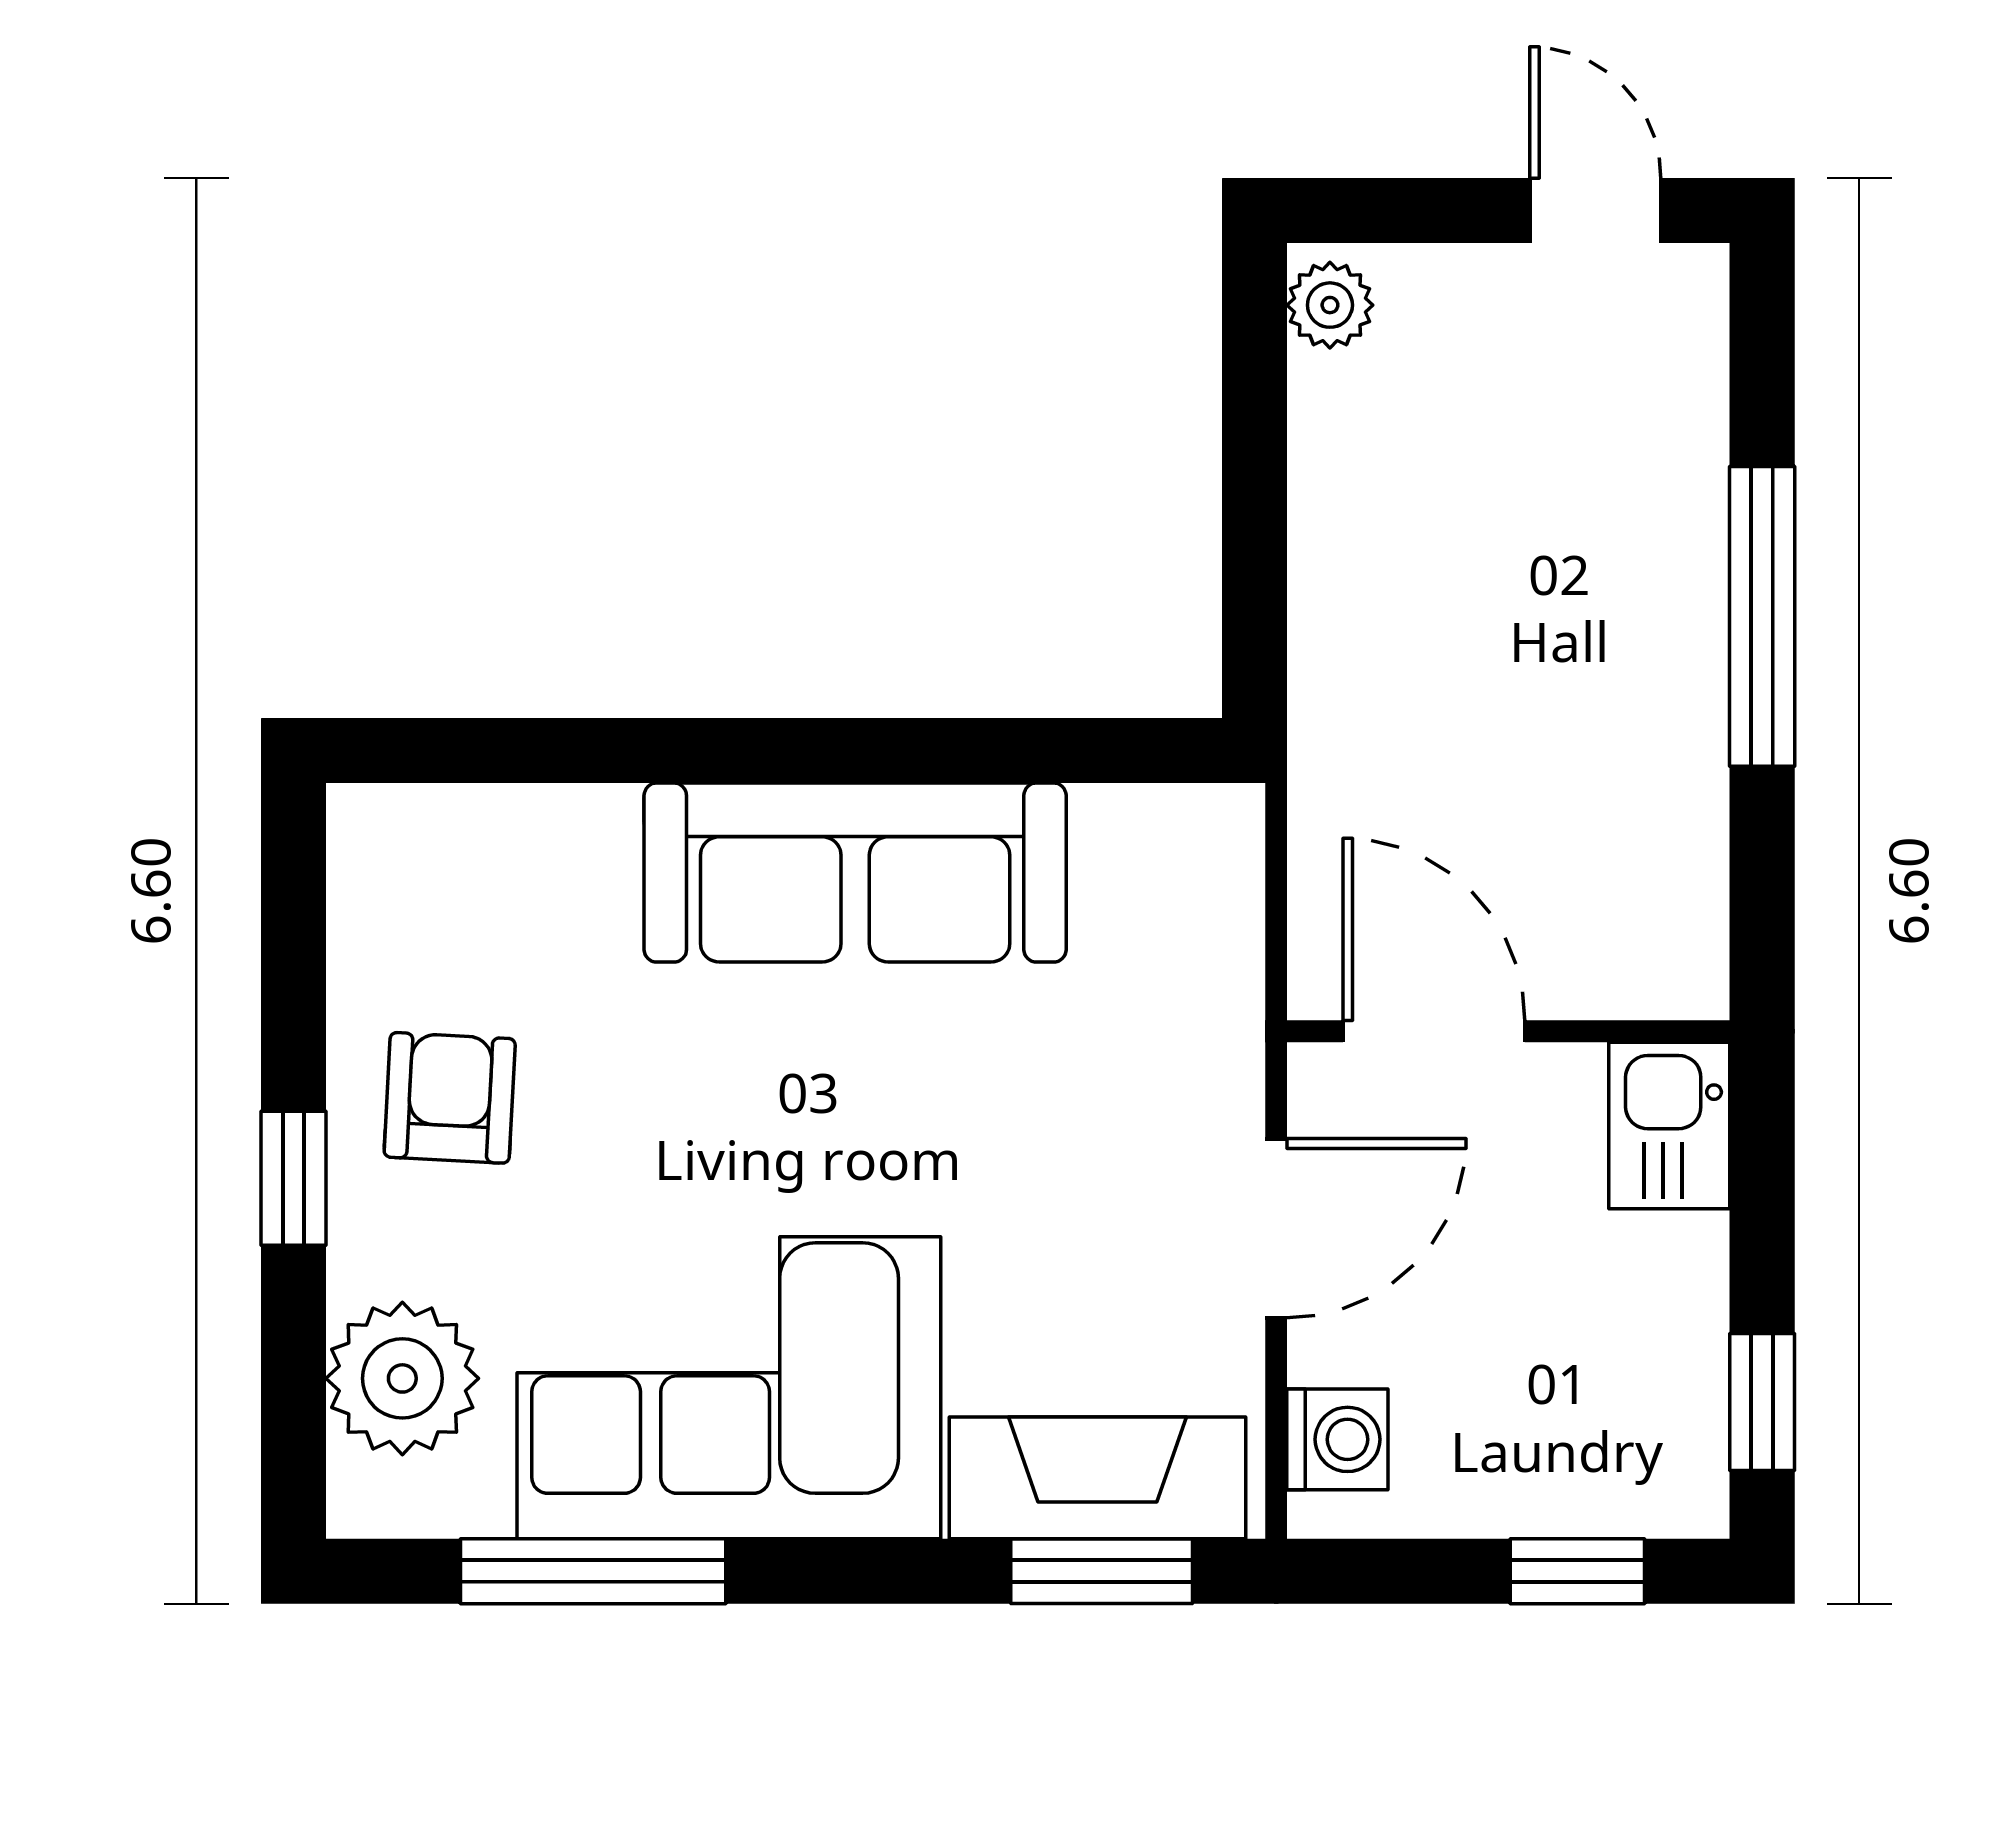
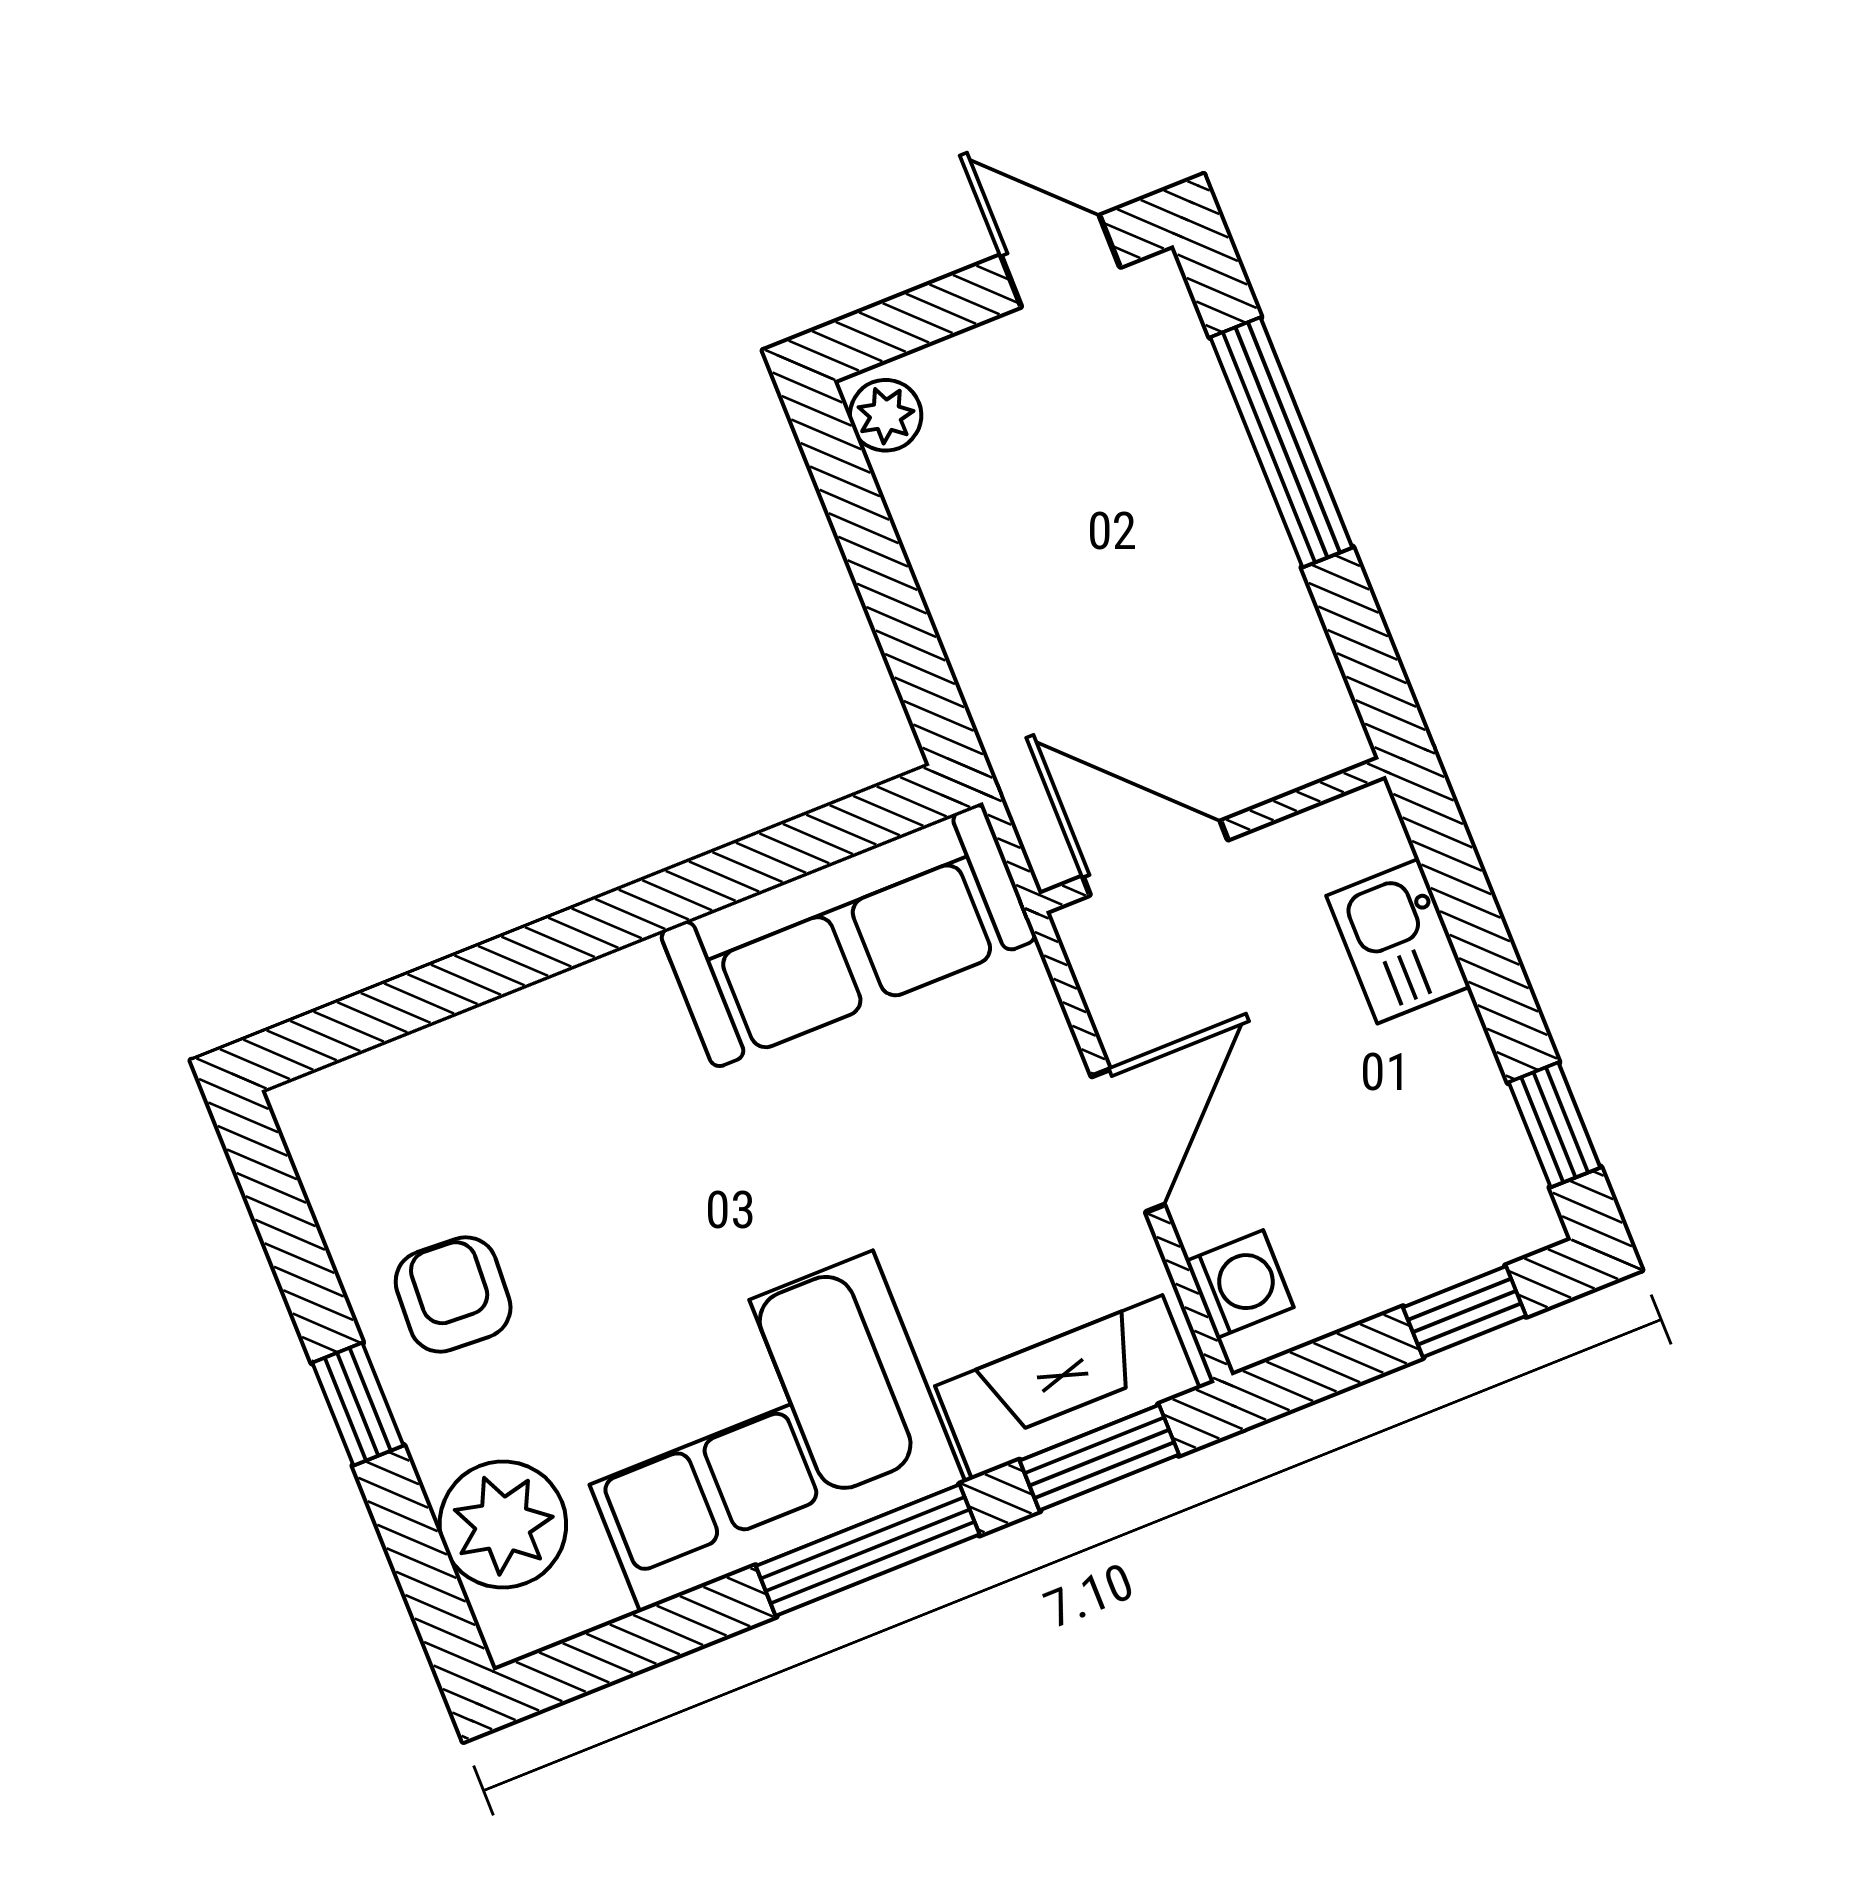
window: (1762, 616) -> (1281, 442), moved
sofa: (855, 873) -> (848, 936), moved
door: (1434, 1031) -> (1155, 858), moved
wall: (1508, 1031) -> (1213, 835), moved
window: (593, 1571) -> (868, 1550), moved

